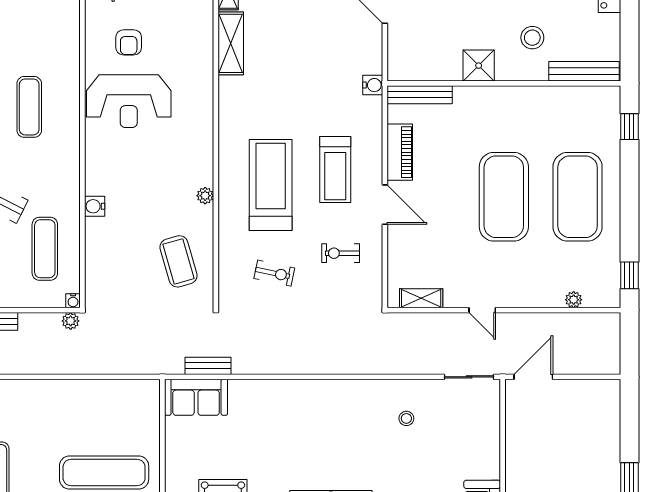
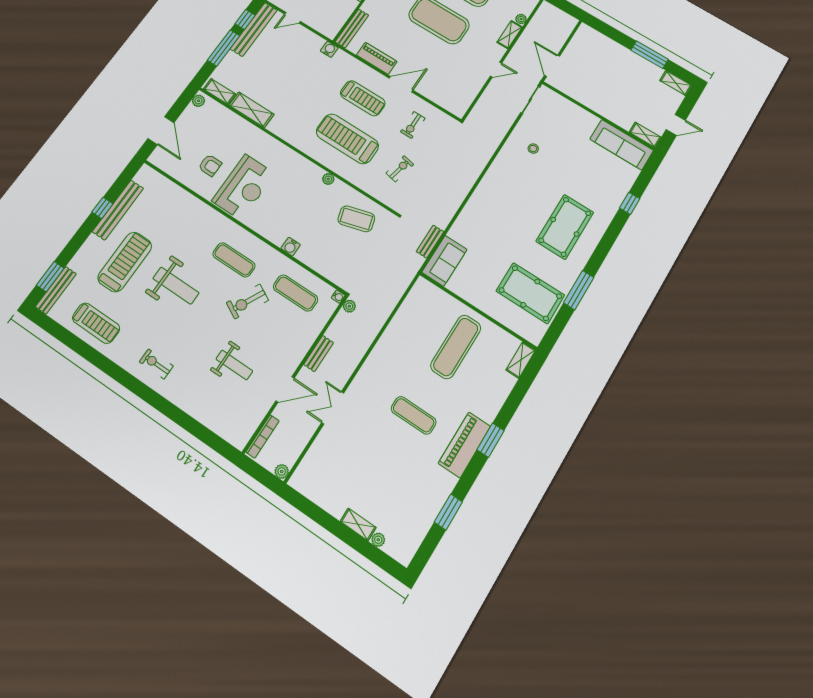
exercise mat: (29, 107) -> (234, 260), moved
shelving: (421, 298) -> (510, 35), moved

